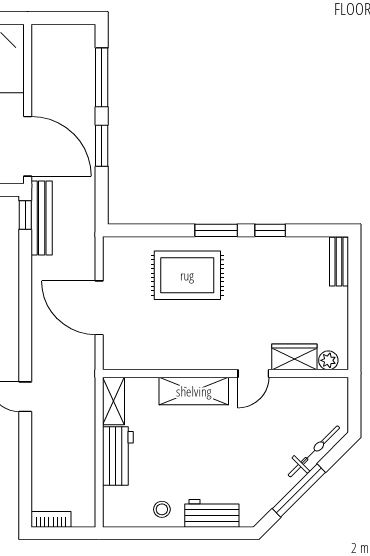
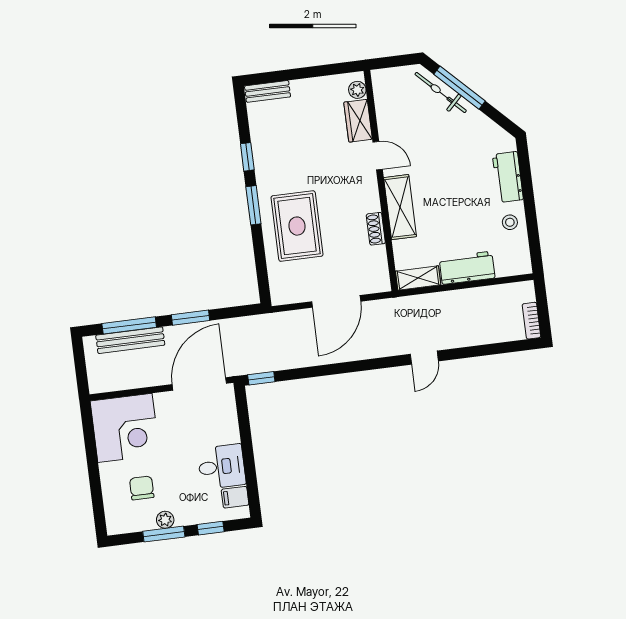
bench: (42, 218) -> (130, 340), moved
shoe rack: (173, 361) -> (376, 229), added
window: (299, 490) -> (460, 88), moved

